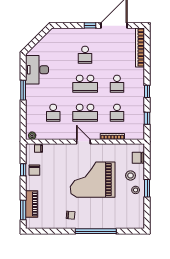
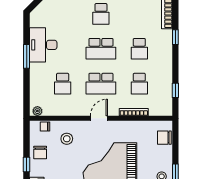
desk: (37, 70) -> (43, 45), moved
window: (147, 91) -> (175, 37), moved
door: (83, 142) -> (99, 118), hinge flipped
window: (23, 170) -> (27, 165), moved
stool: (131, 175) -> (67, 139), moved

